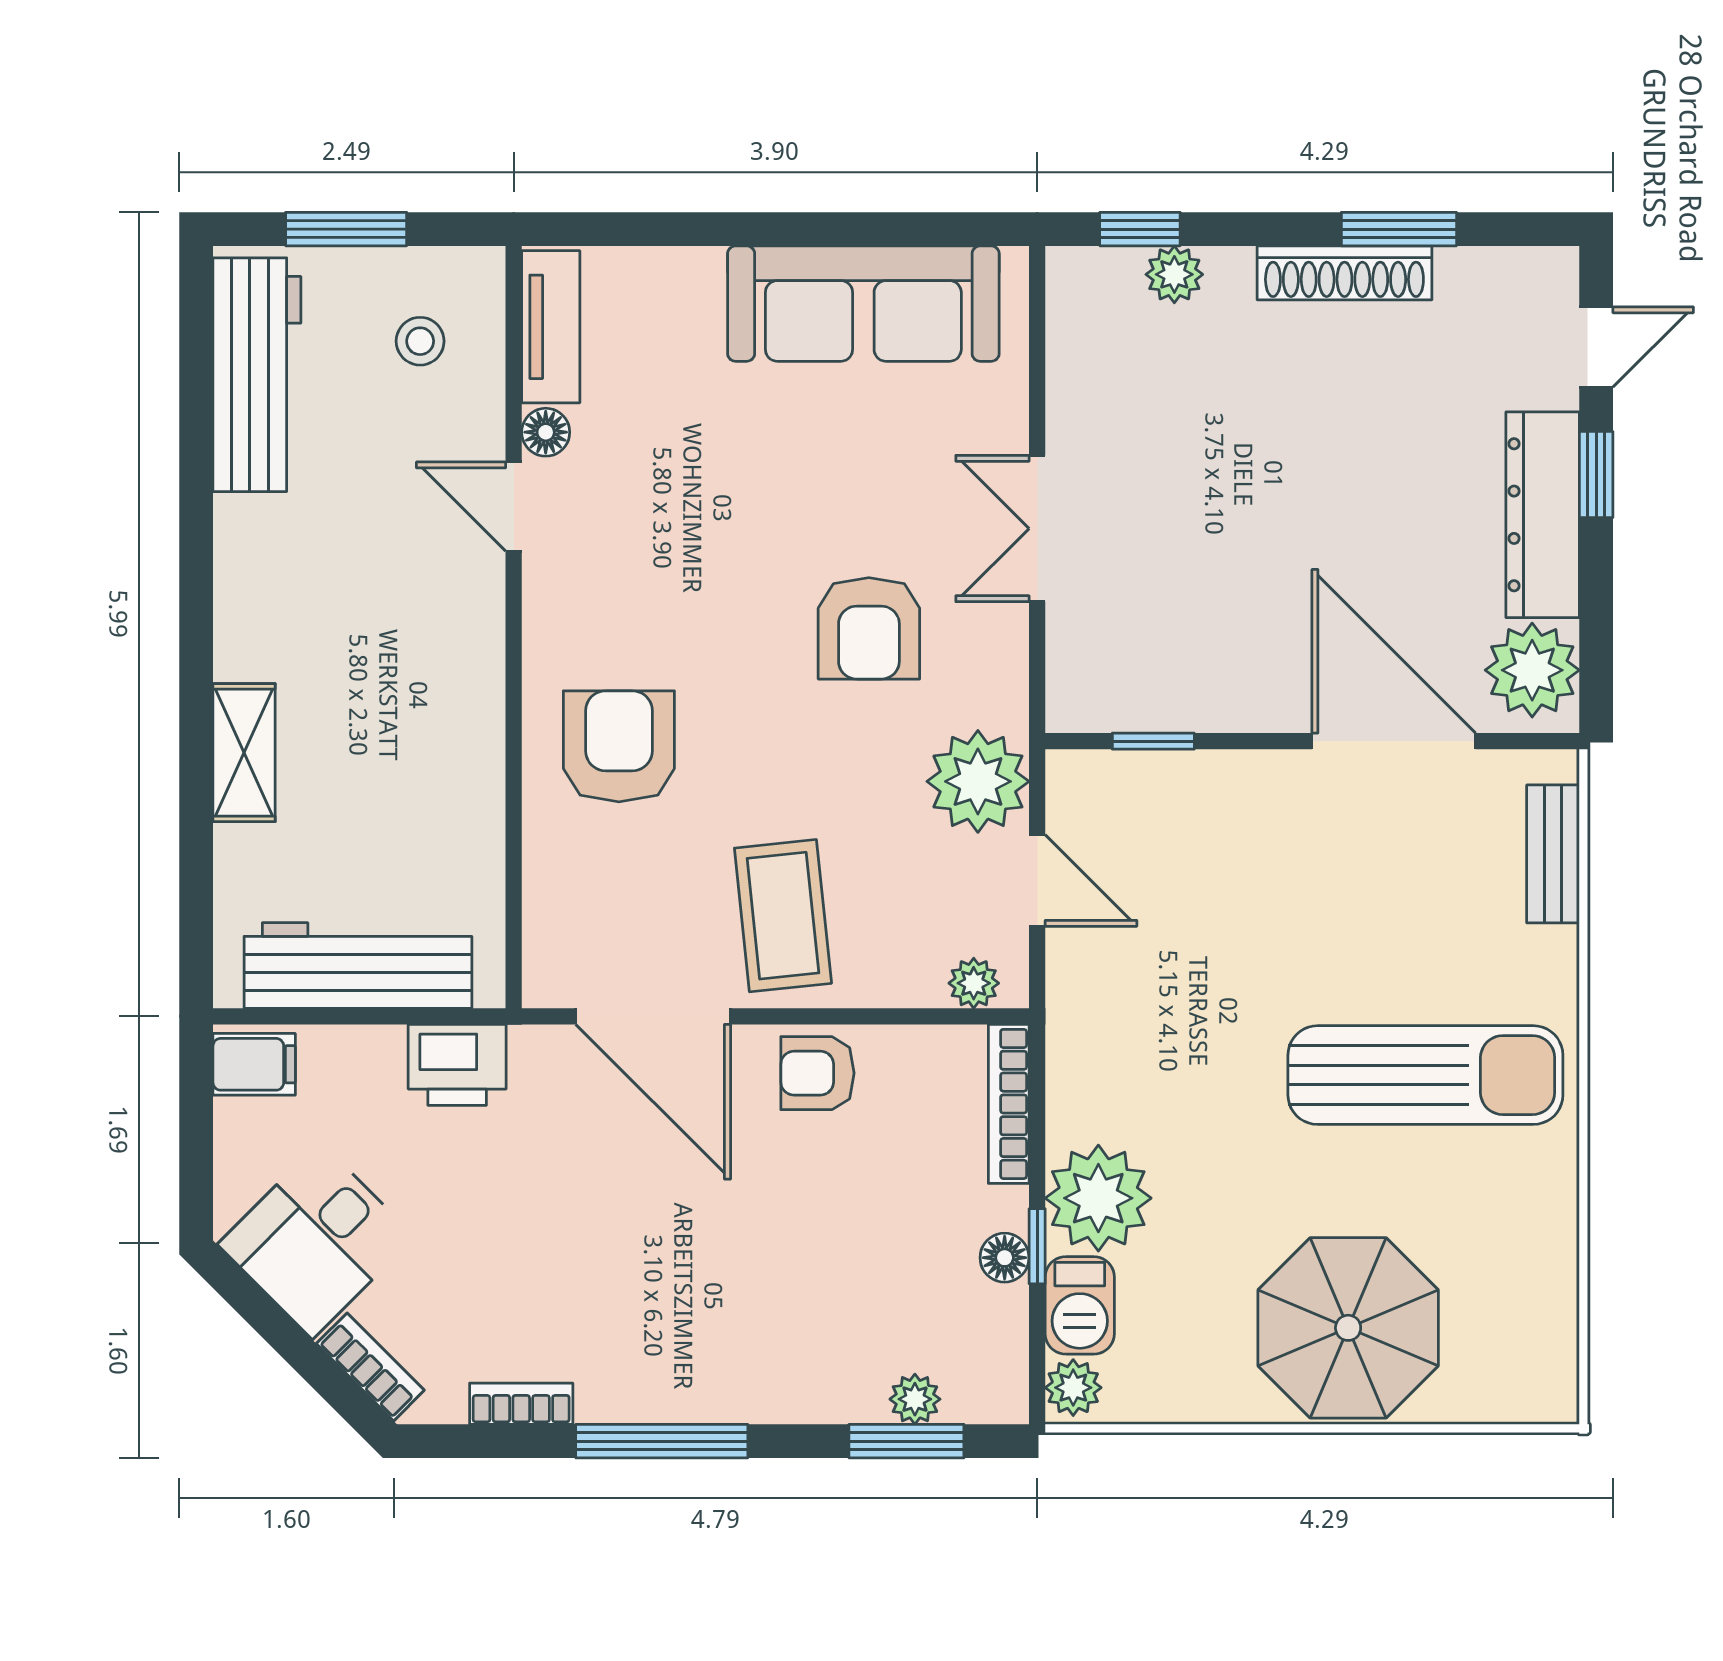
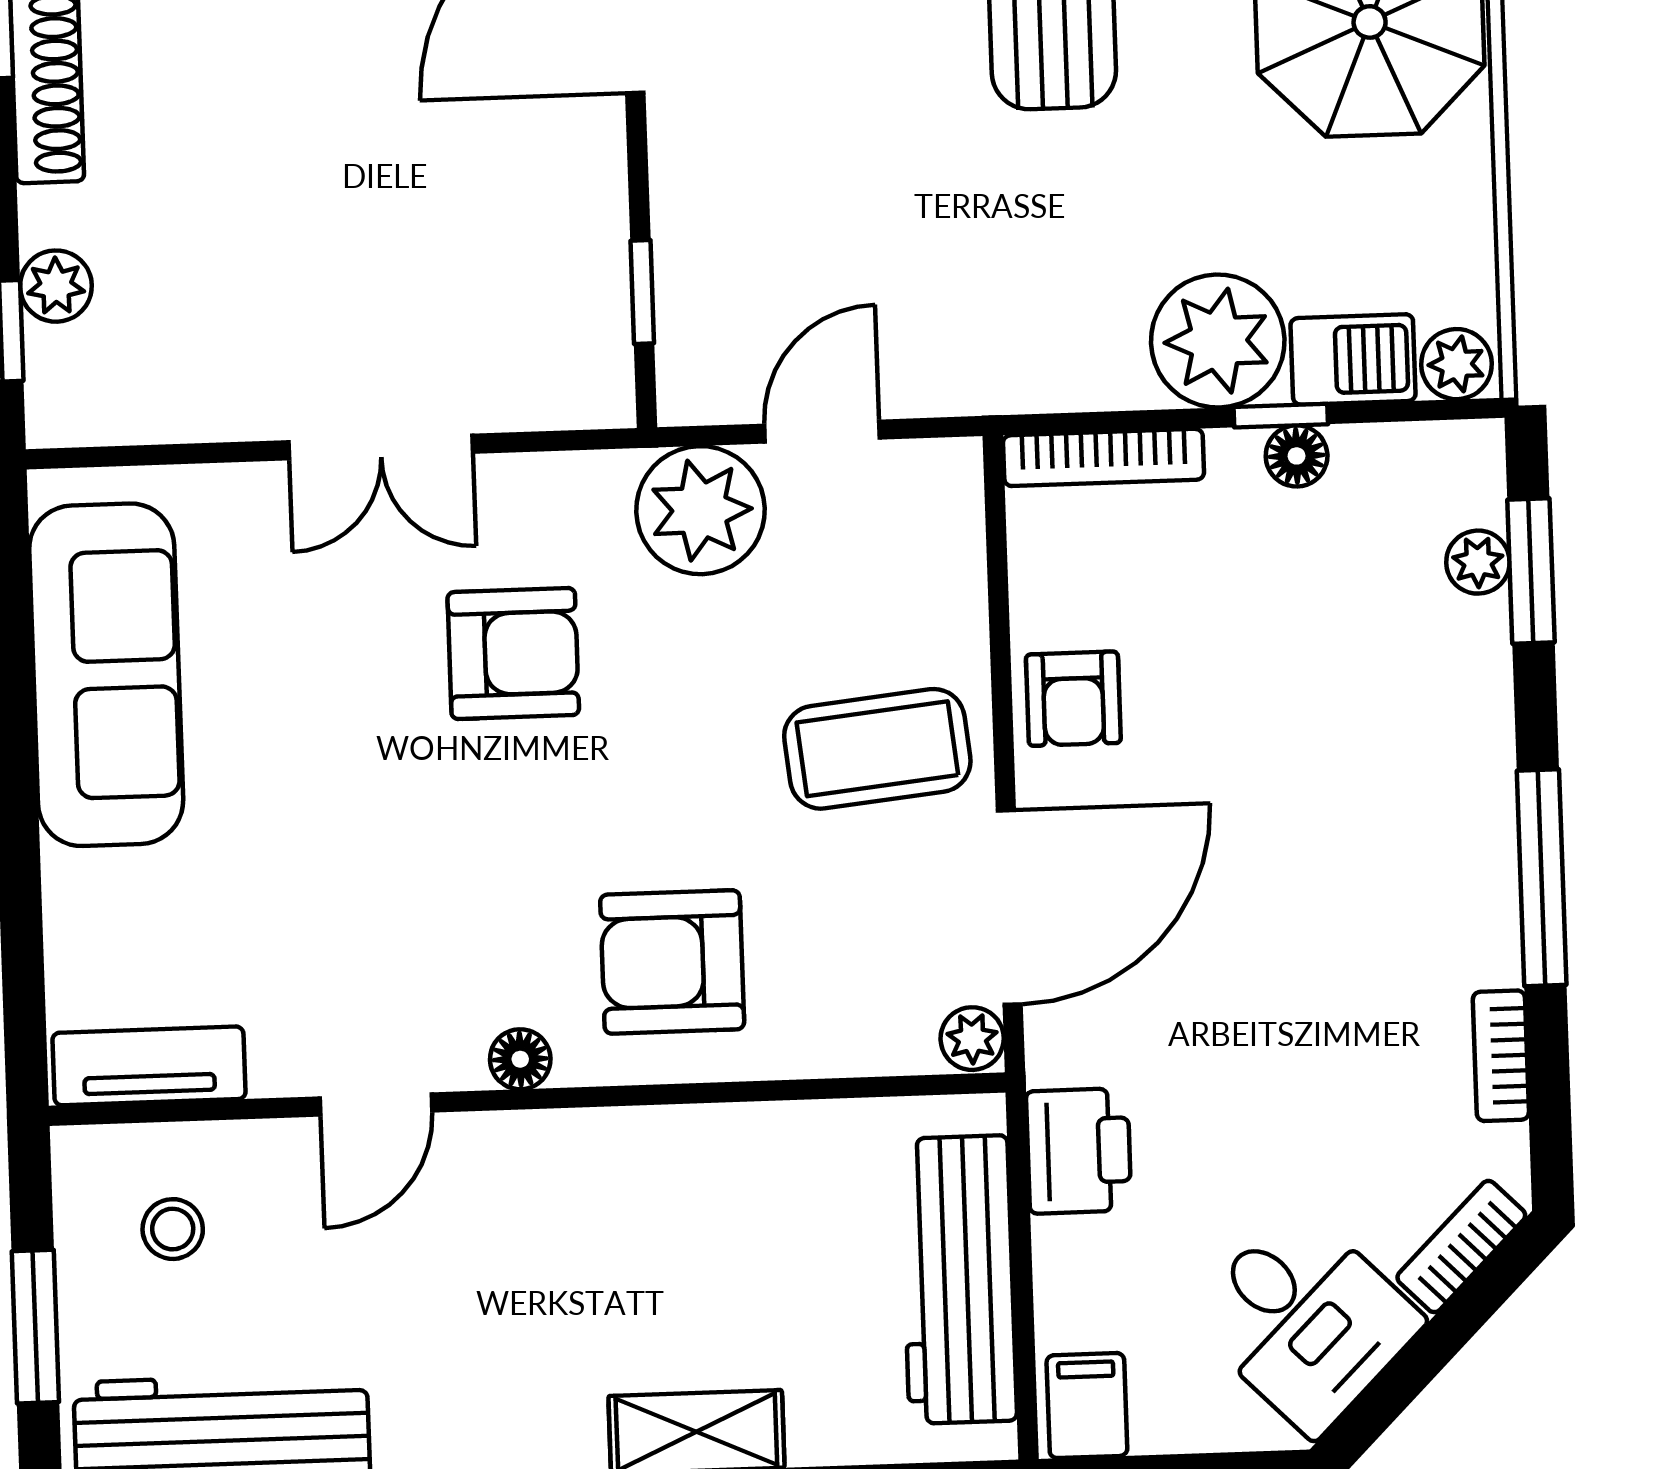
floor lamp: (546, 432) -> (520, 1059), moved
plant: (974, 983) -> (972, 1039), moved

